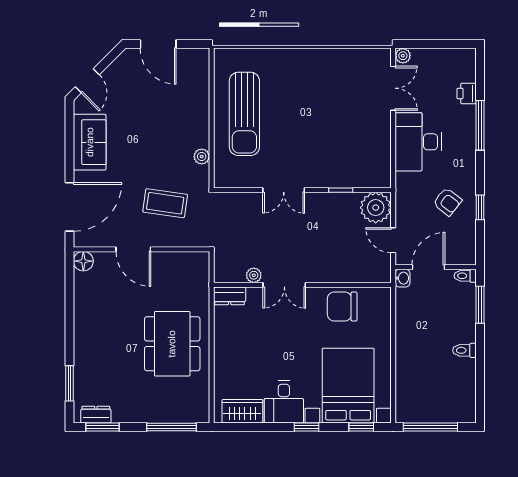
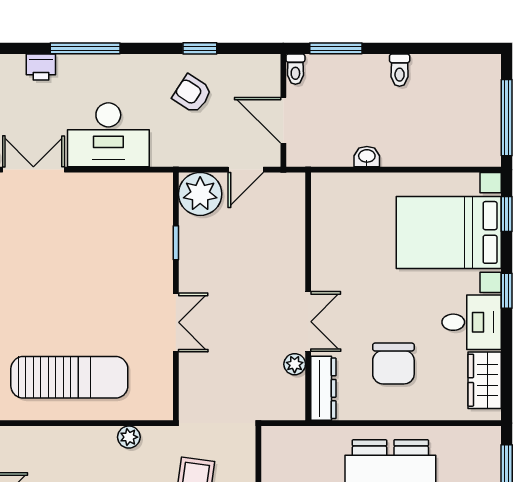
armchair: (447, 202) -> (192, 94), turned -95
washbasin: (402, 278) -> (367, 157), moved
dresser: (230, 296) -> (323, 388), width x1.44
chair: (342, 306) -> (393, 363), moved

